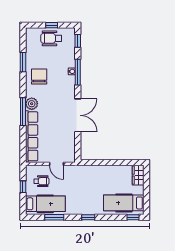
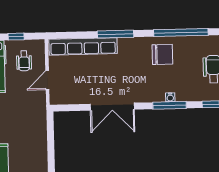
window: (23, 62) -> (181, 33), width x2.11
plant: (32, 104) -> (126, 45), removed

